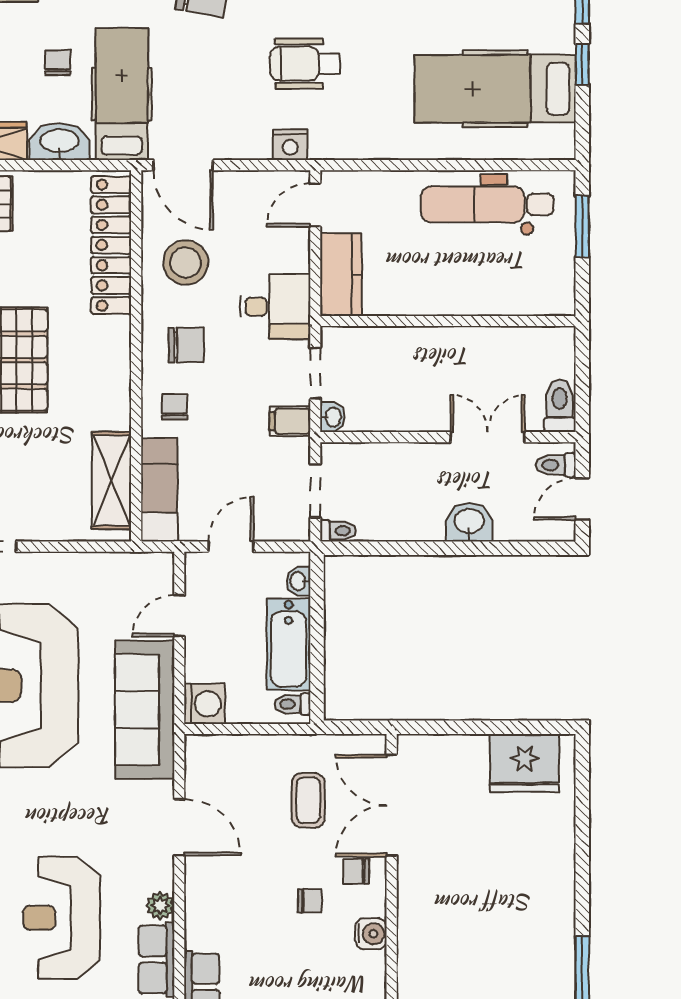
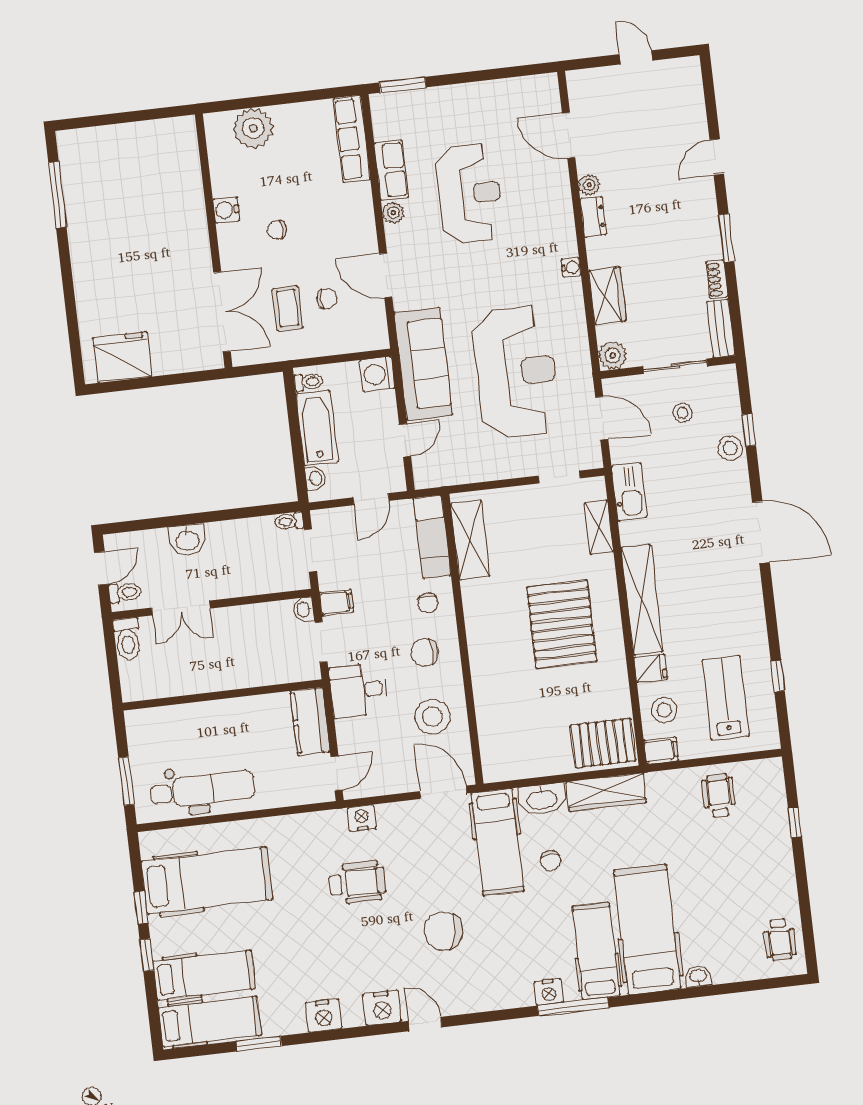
locker: (111, 245) -> (492, 723), removed
chair: (356, 871) -> (327, 299), moved

